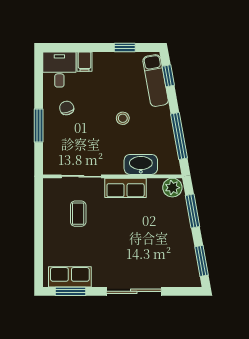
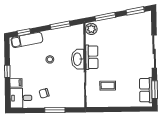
window: (125, 47) -> (7, 71), moved
window: (179, 136) -> (60, 25), width x0.69
washbasin: (141, 164) -> (78, 59), moved

